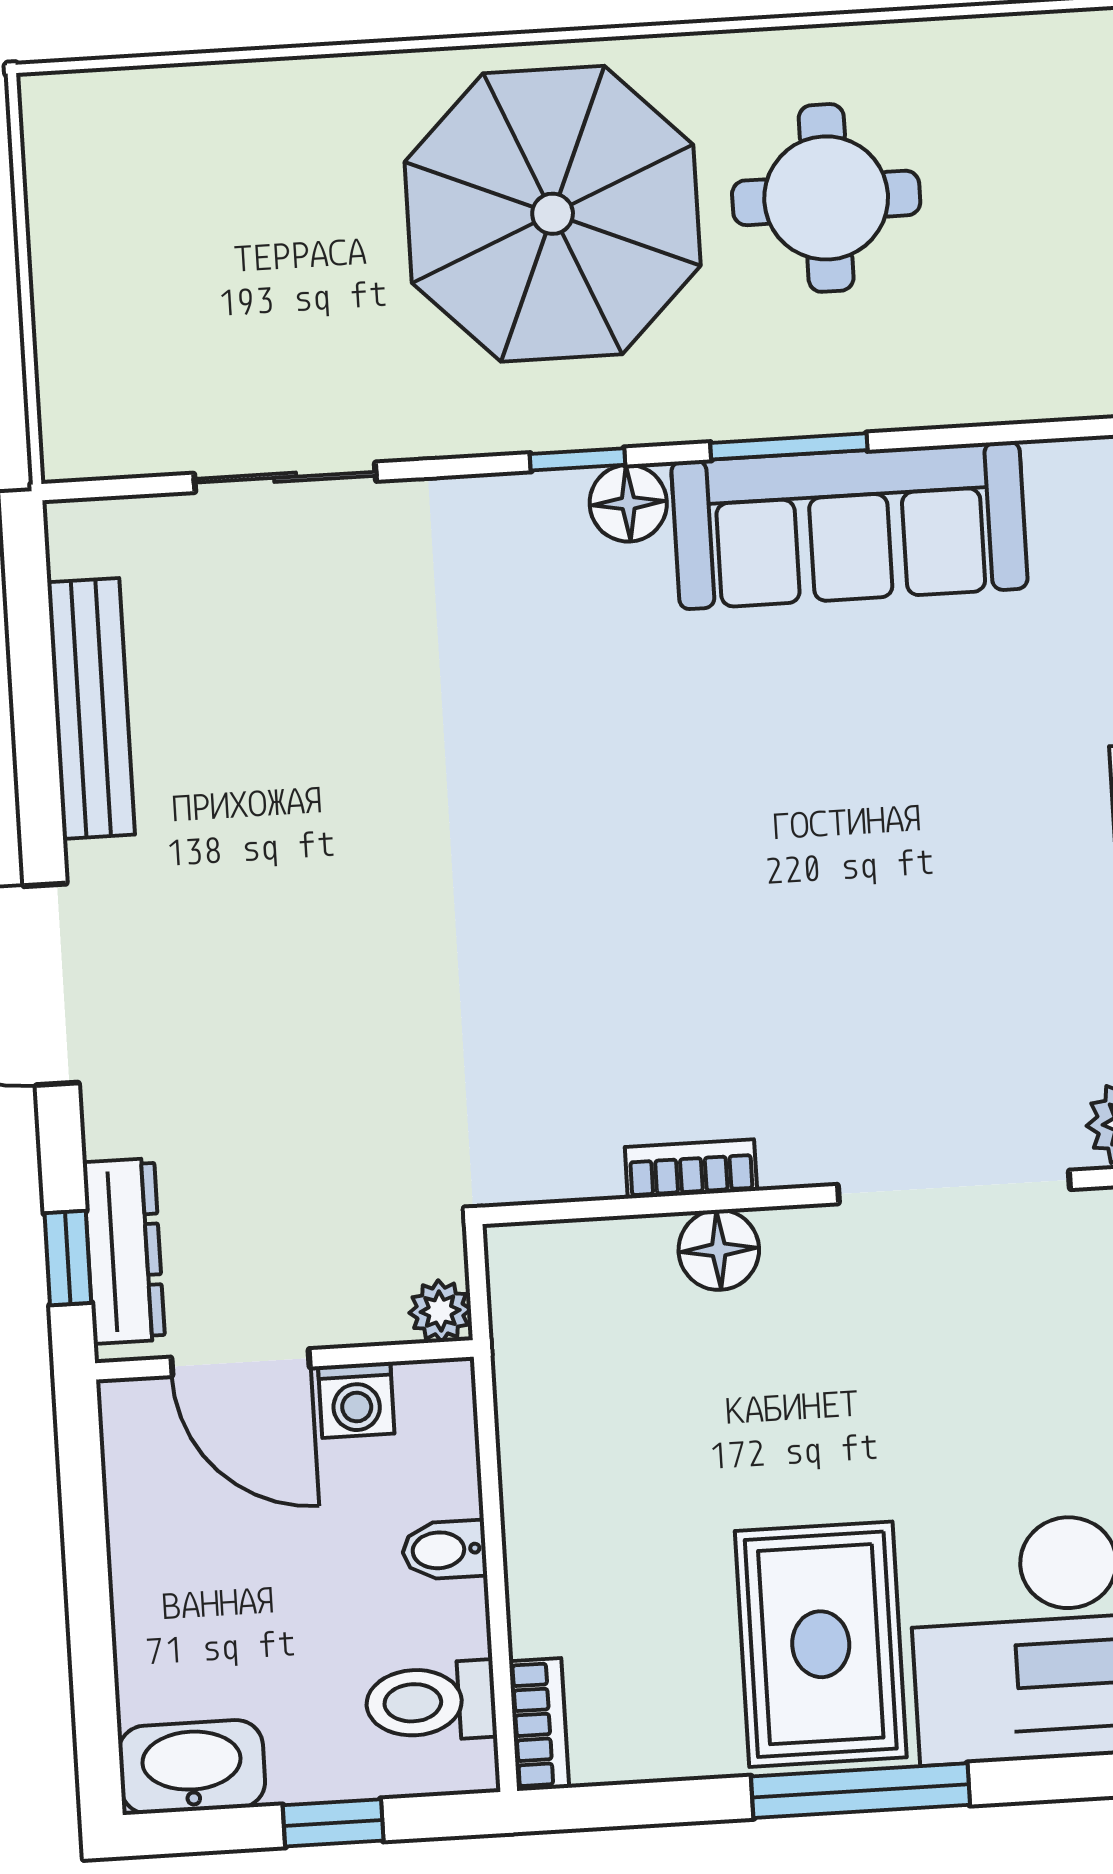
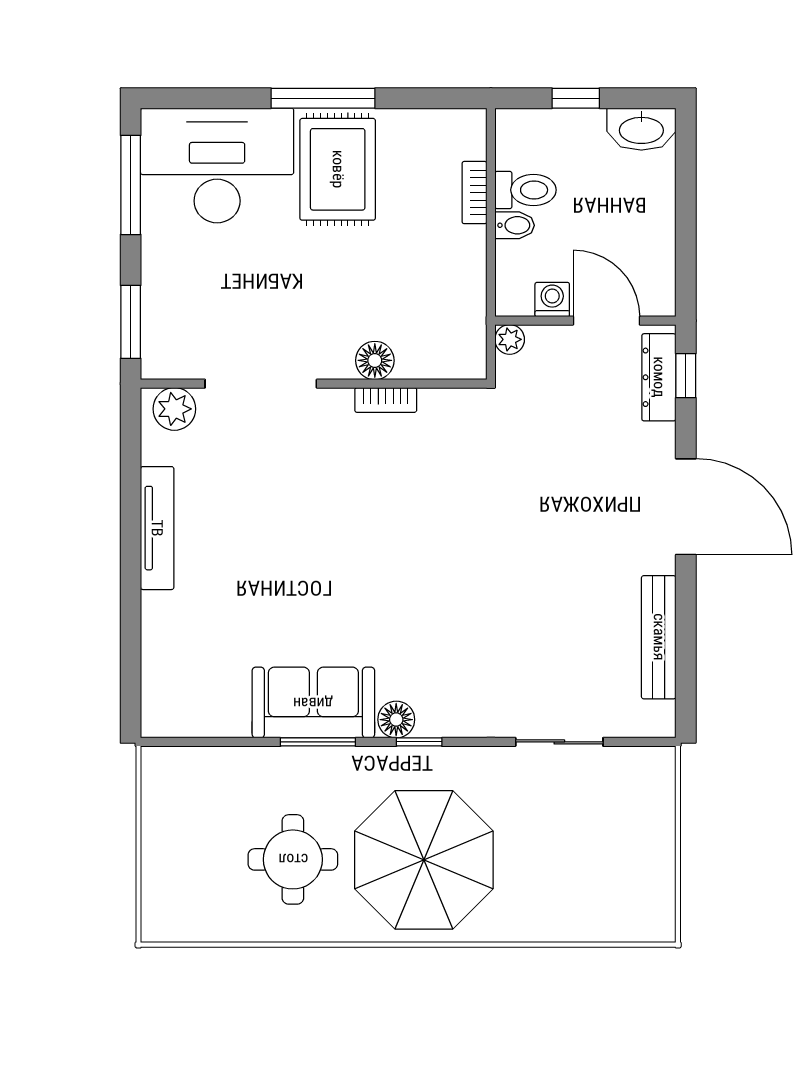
sofa: (849, 525) -> (313, 703), width x0.73
toilet: (431, 1702) -> (525, 190), moved
bookcase: (539, 1724) -> (474, 193), moved

